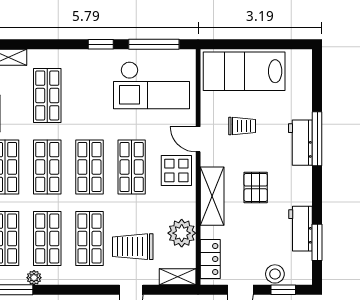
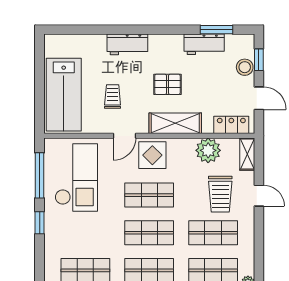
window: (317, 139) -> (124, 30), removed

